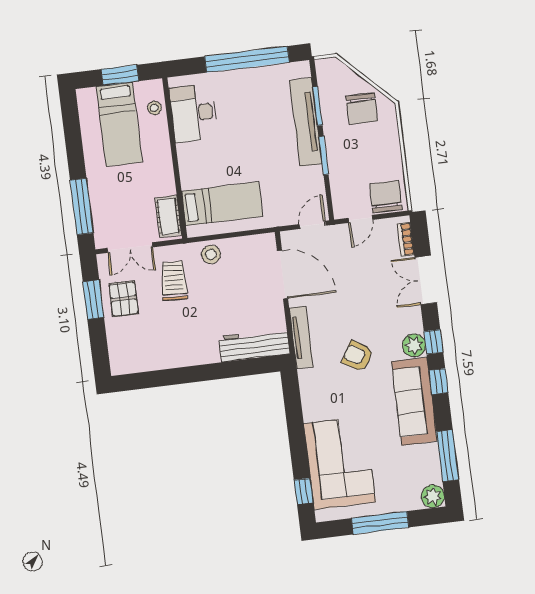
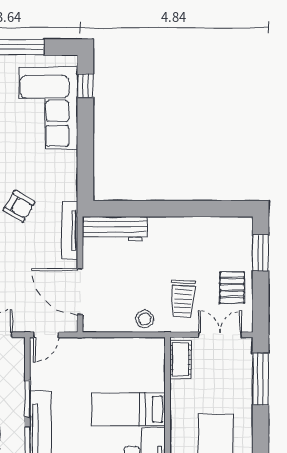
bed: (222, 204) -> (128, 409), moved
window: (93, 300) -> (261, 253), moved

